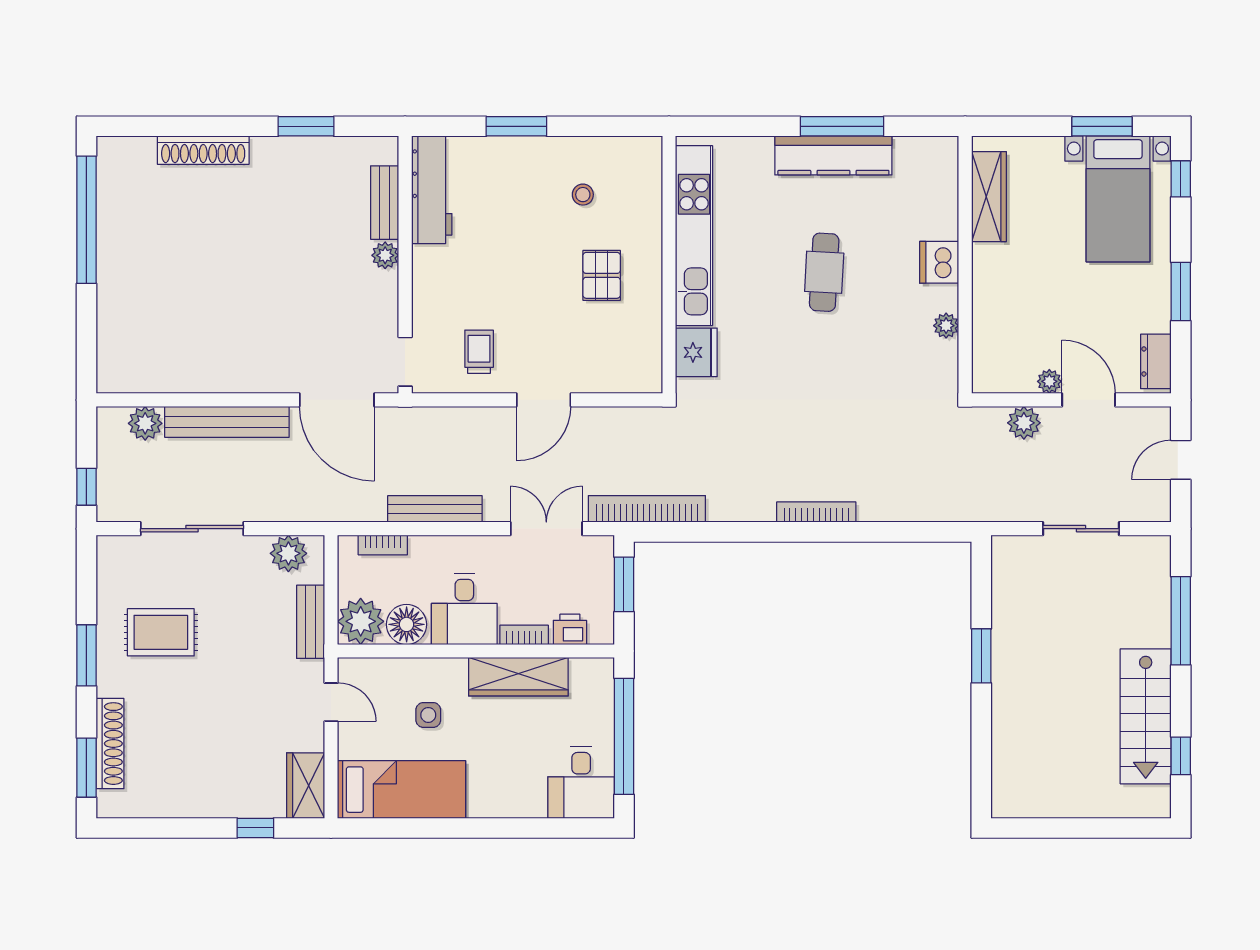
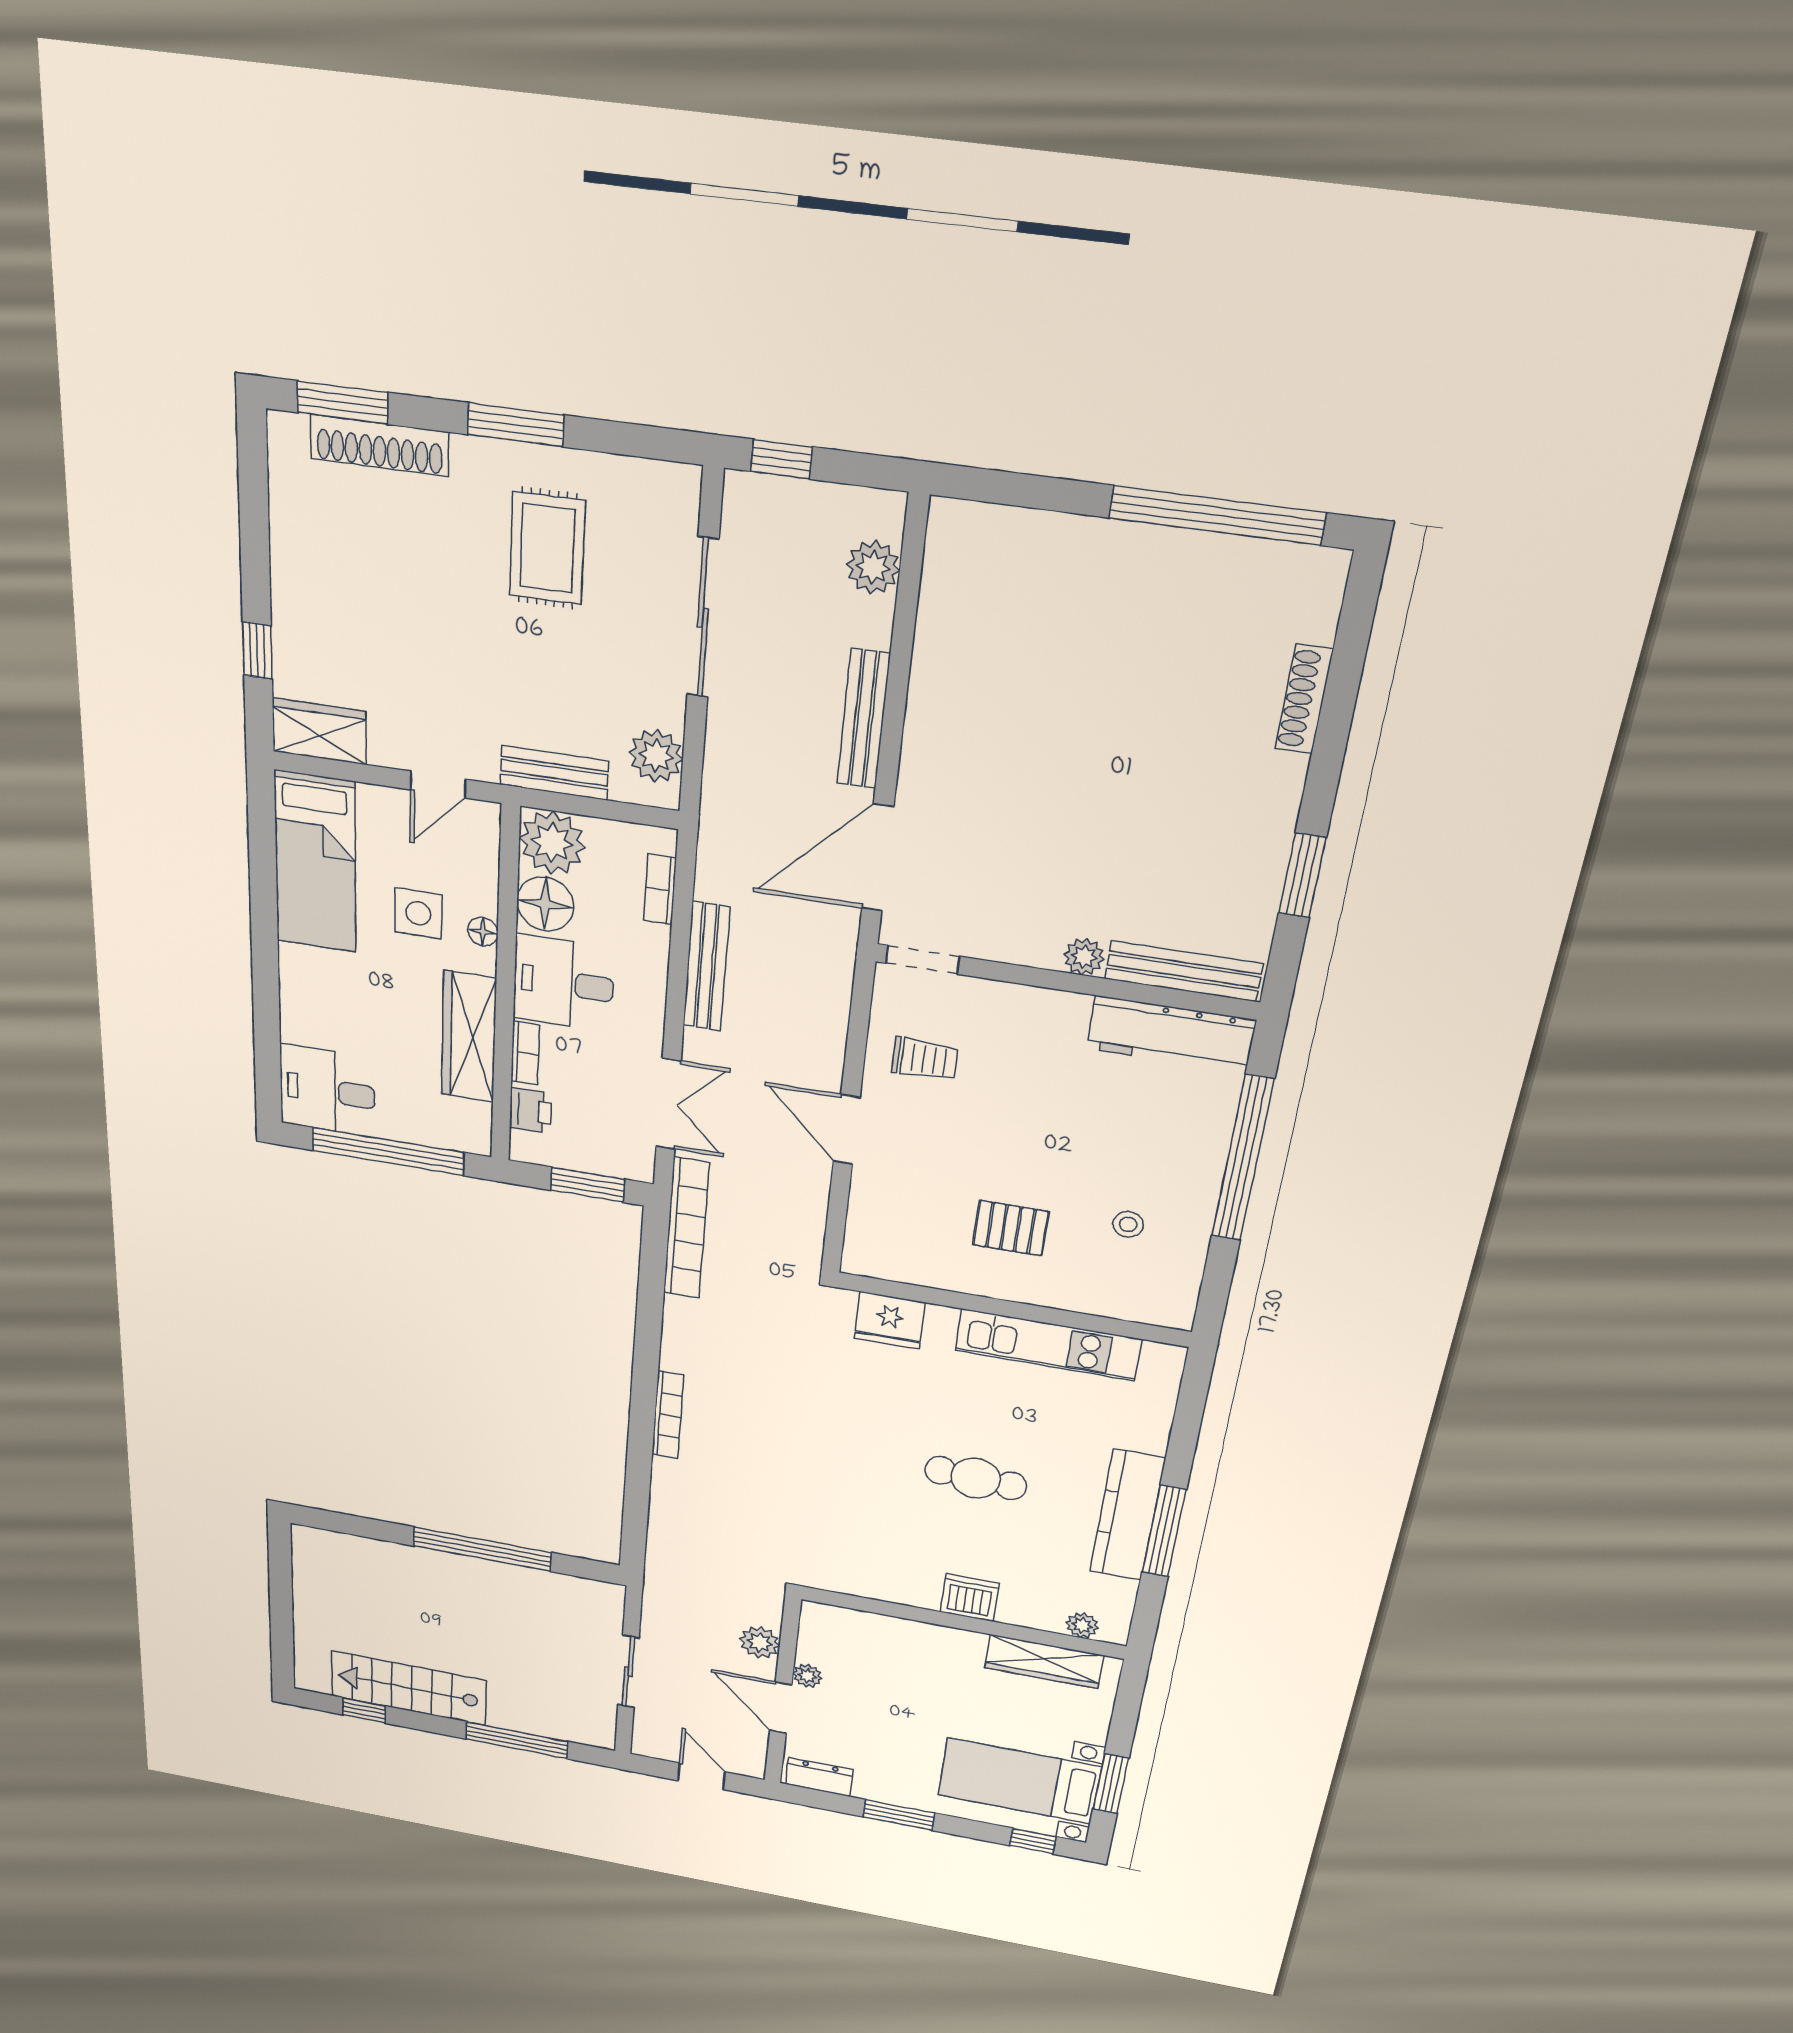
window: (516, 126) -> (1243, 1158), width x2.11
shoe rack: (203, 150) -> (1304, 699), width x0.74, depth x0.81
bench: (385, 203) -> (1184, 971), width x1.36
kitchen unit: (694, 236) -> (1048, 1345), width x0.73
plant: (946, 326) -> (1082, 1625), moved
door: (1089, 400) -> (781, 1708), swing flipped
bench: (227, 422) -> (864, 719), width x0.73, depth x0.82
window: (981, 656) -> (482, 1549), width x2.11
floor lamp: (435, 668) -> (483, 932), added
side table: (428, 715) -> (418, 913), width x1.37, depth x1.37

